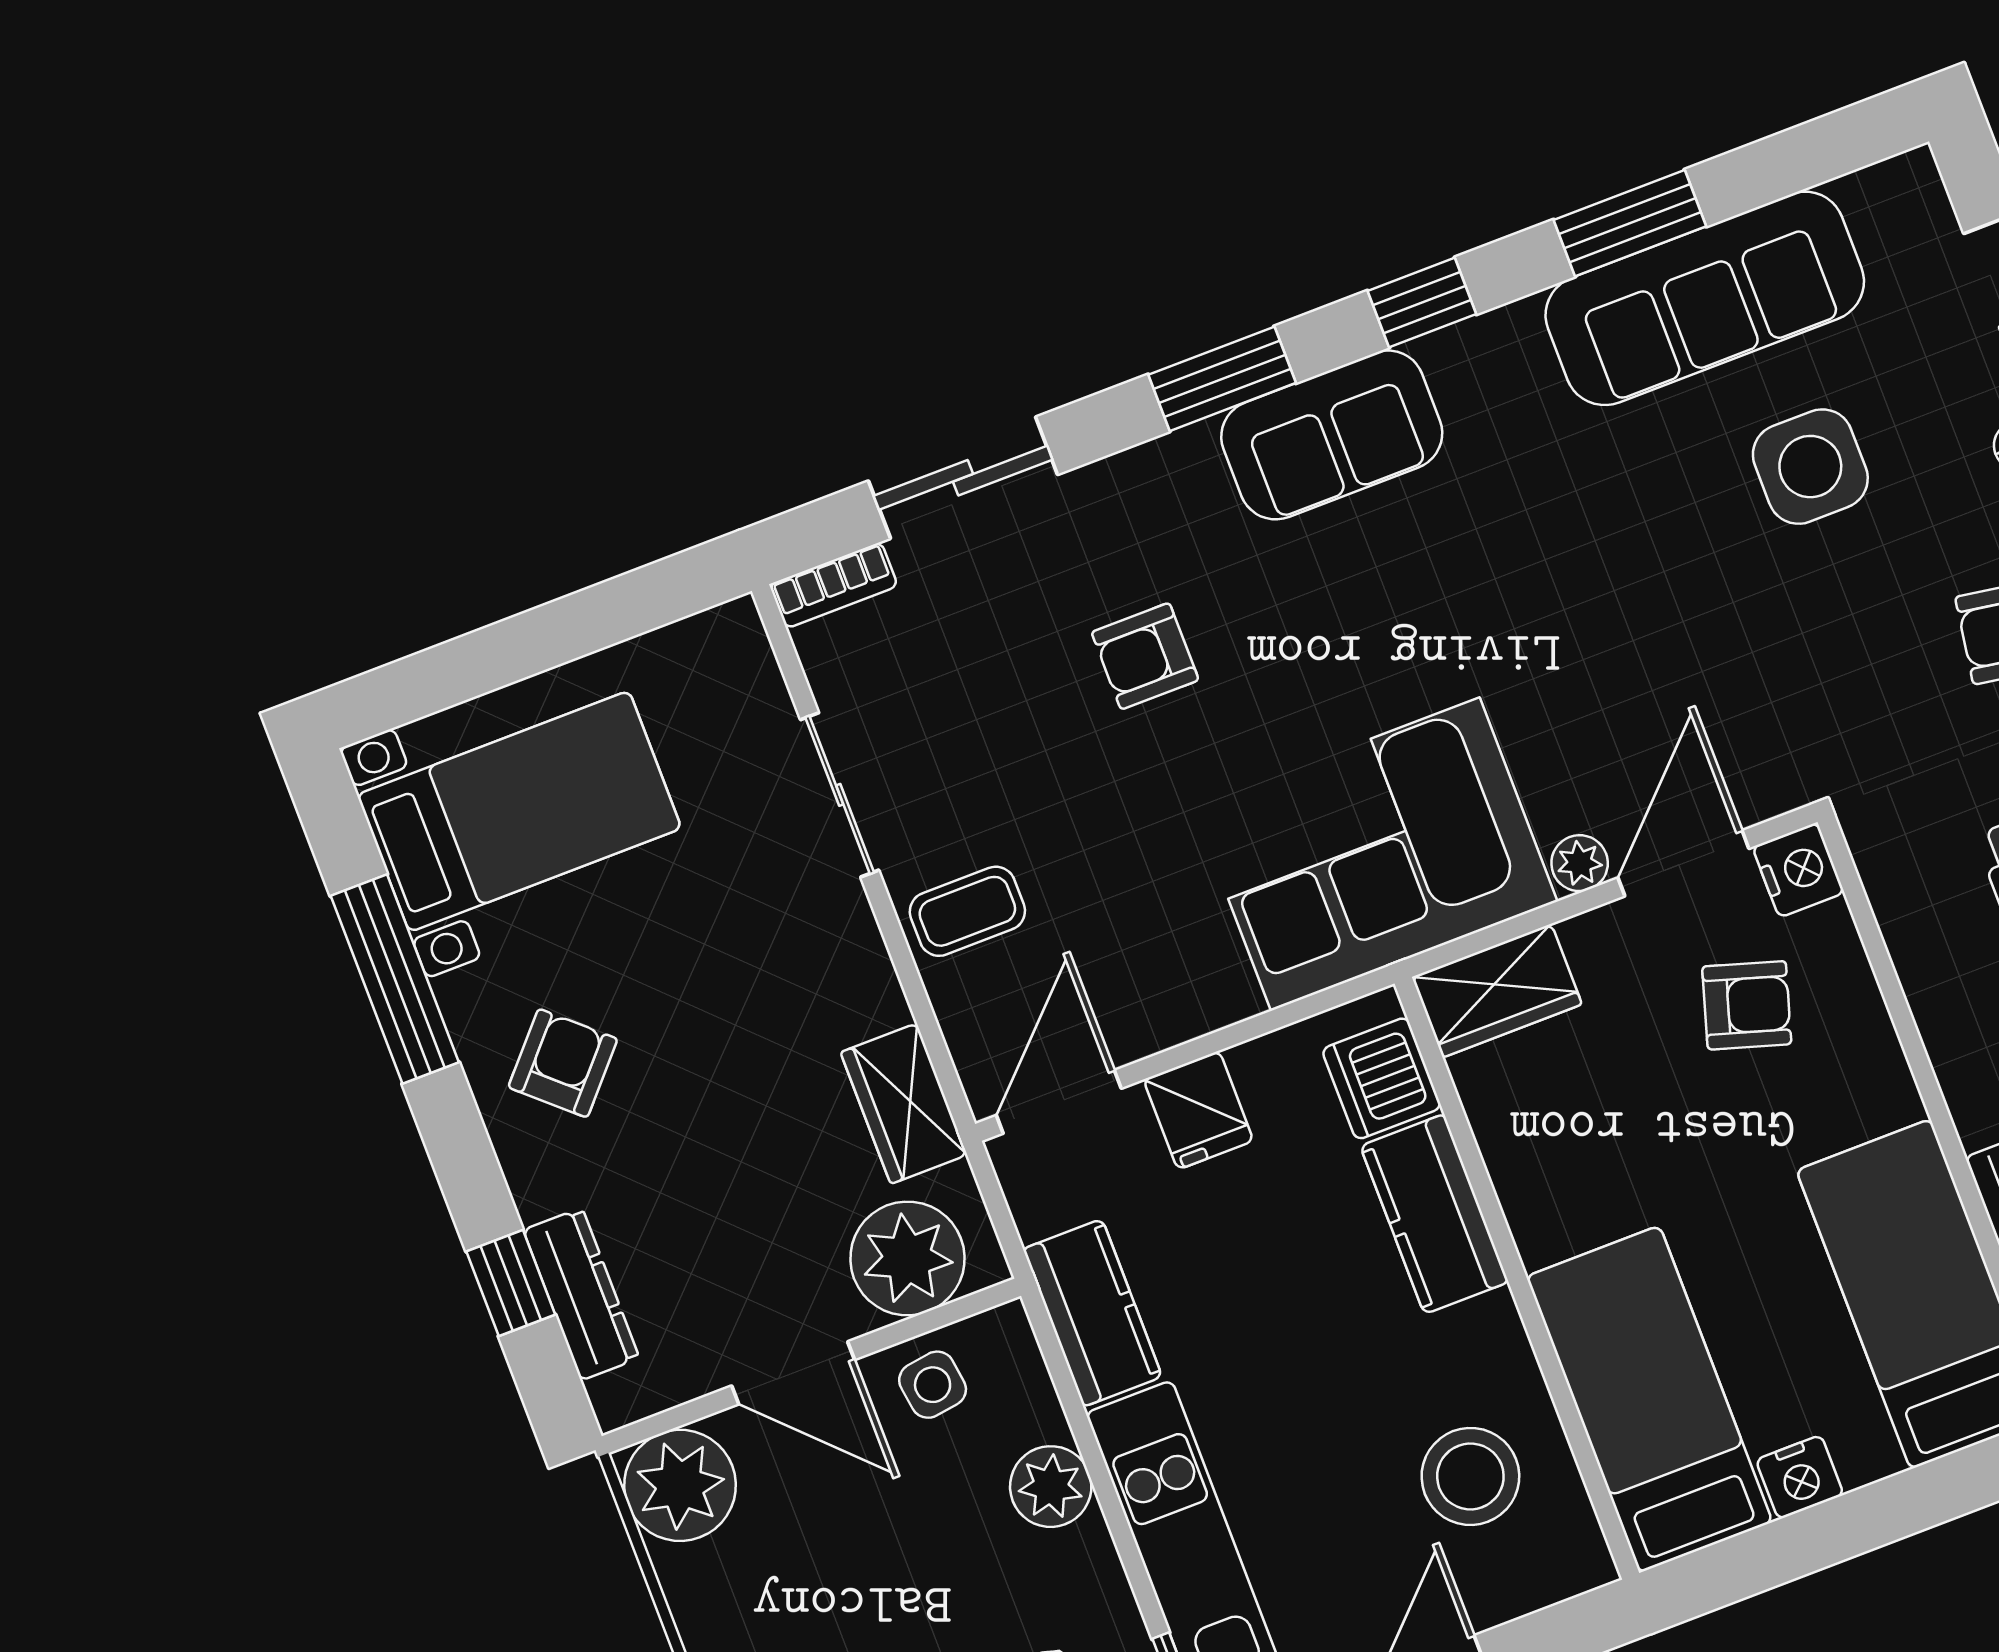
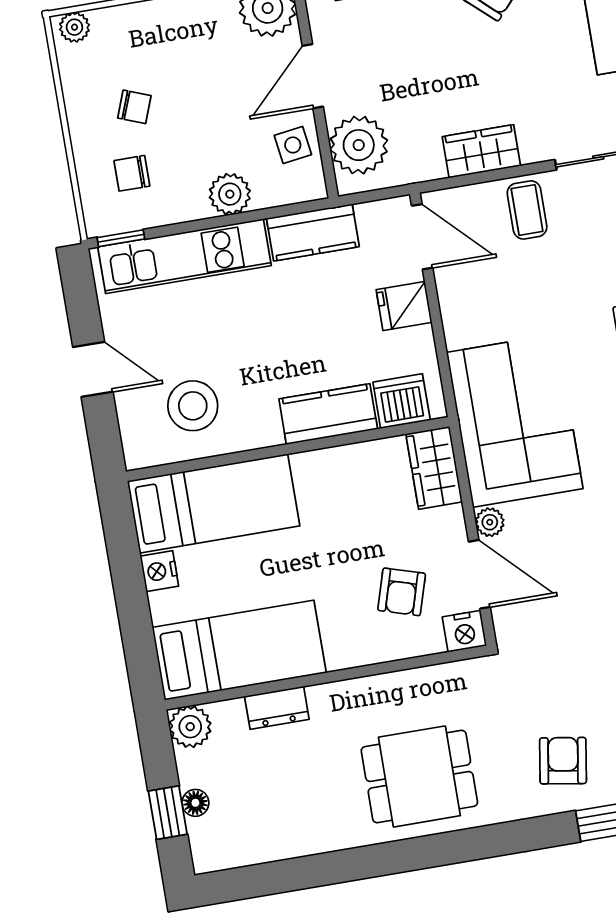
wardrobe: (904, 1103) -> (481, 151), moved

